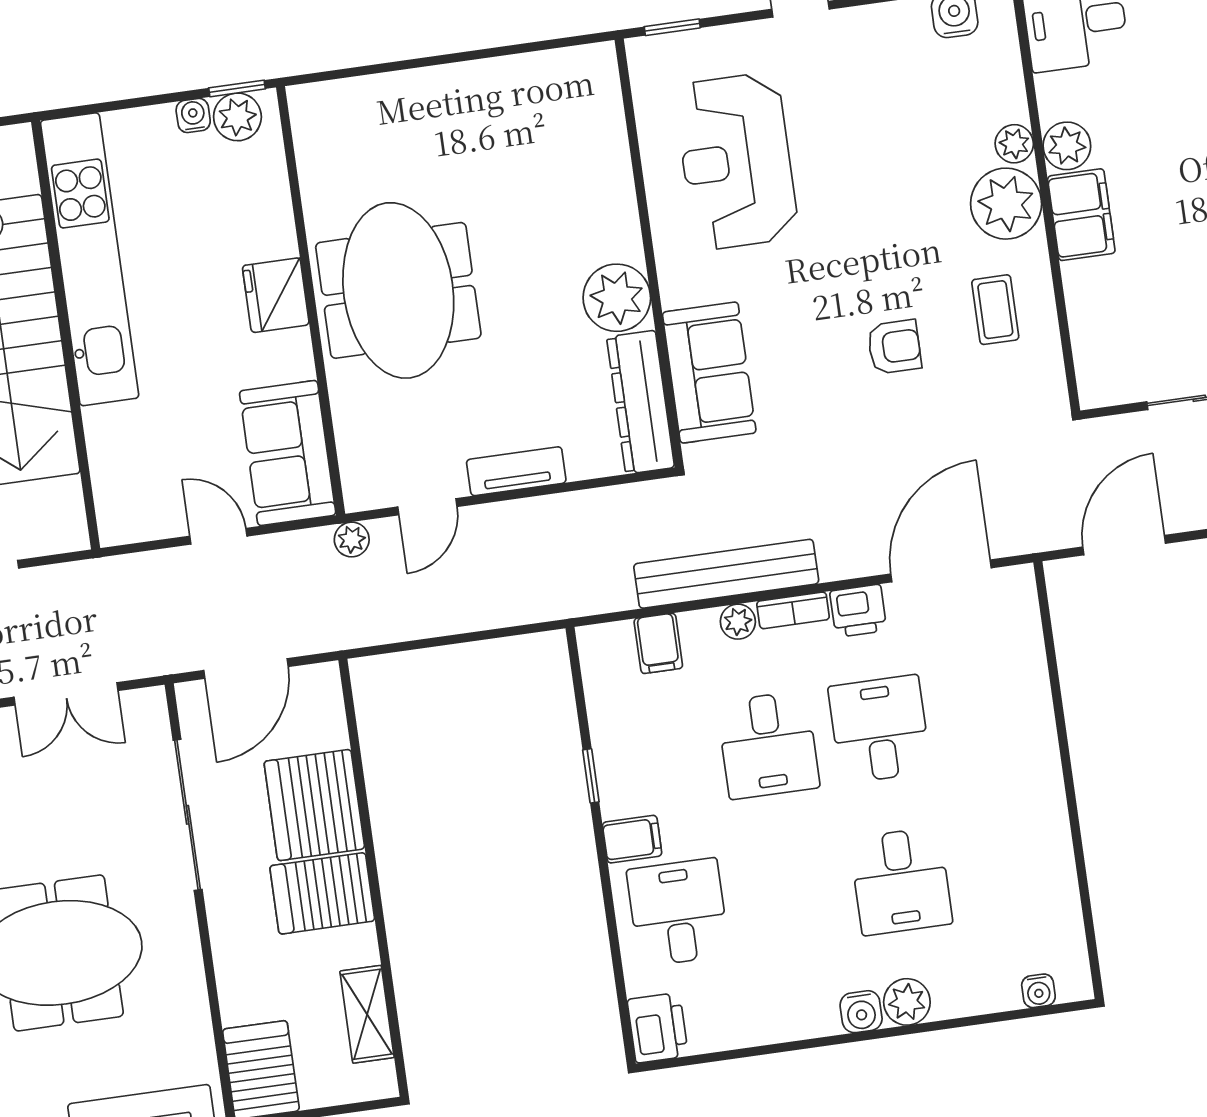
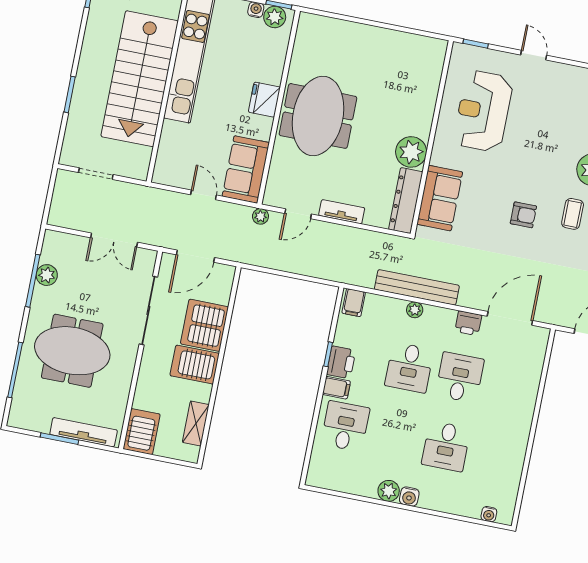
bookcase: (793, 610) -> (440, 313), removed
filing cabinet: (658, 643) -> (354, 303), moved
plant: (907, 1002) -> (389, 491), moved
printer: (658, 1028) -> (341, 362), moved

